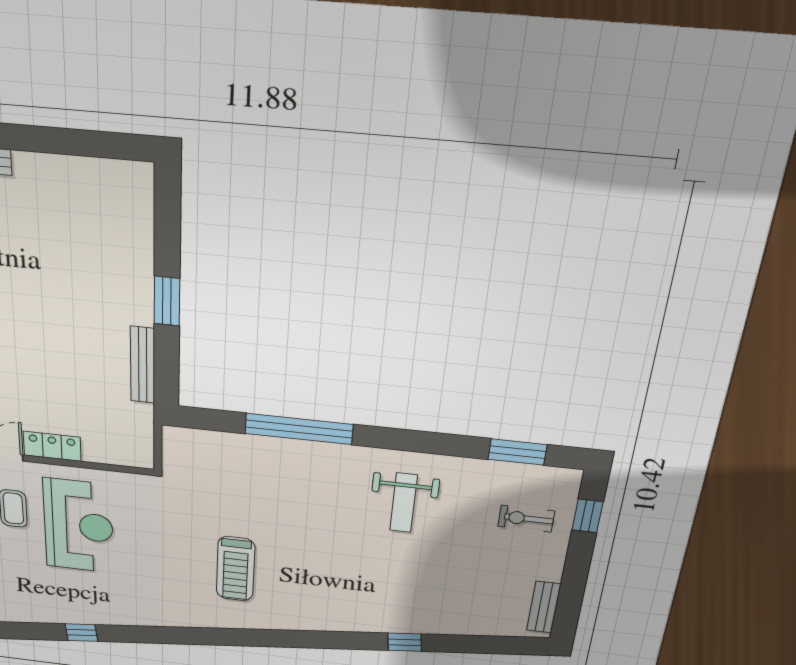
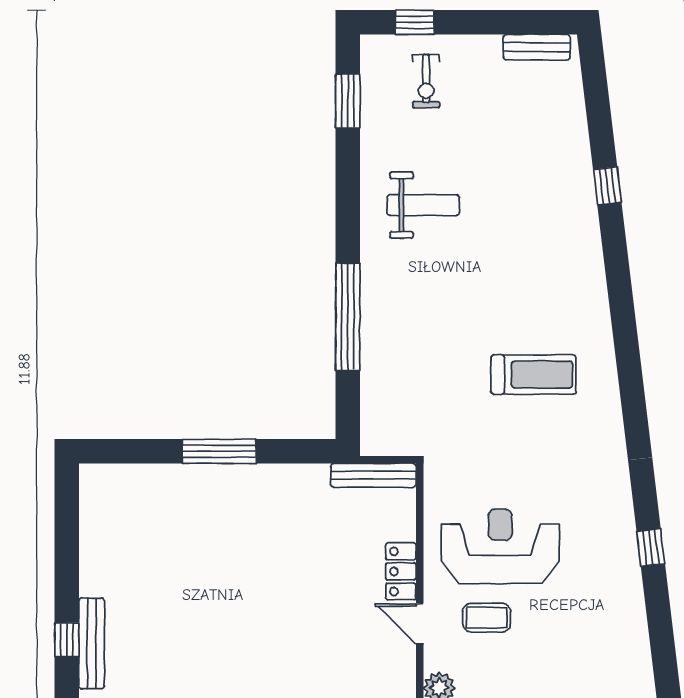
window: (167, 301) -> (219, 451), width x1.44
bench: (143, 365) -> (373, 475), moved

